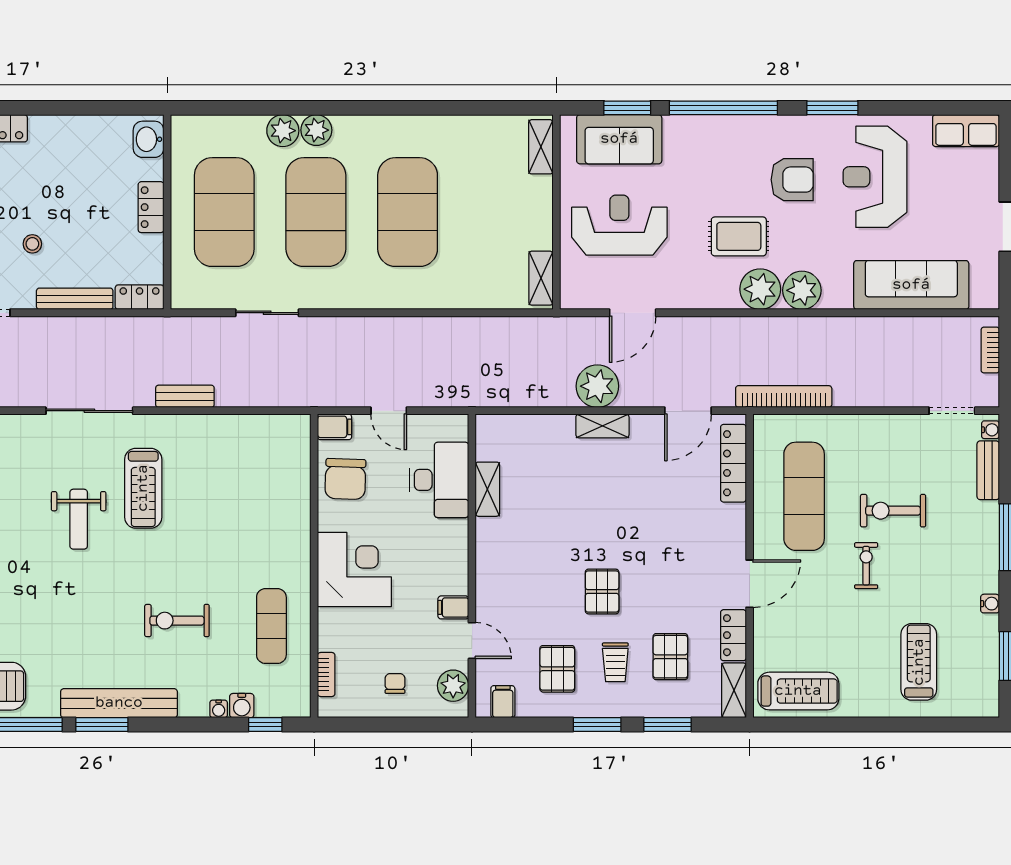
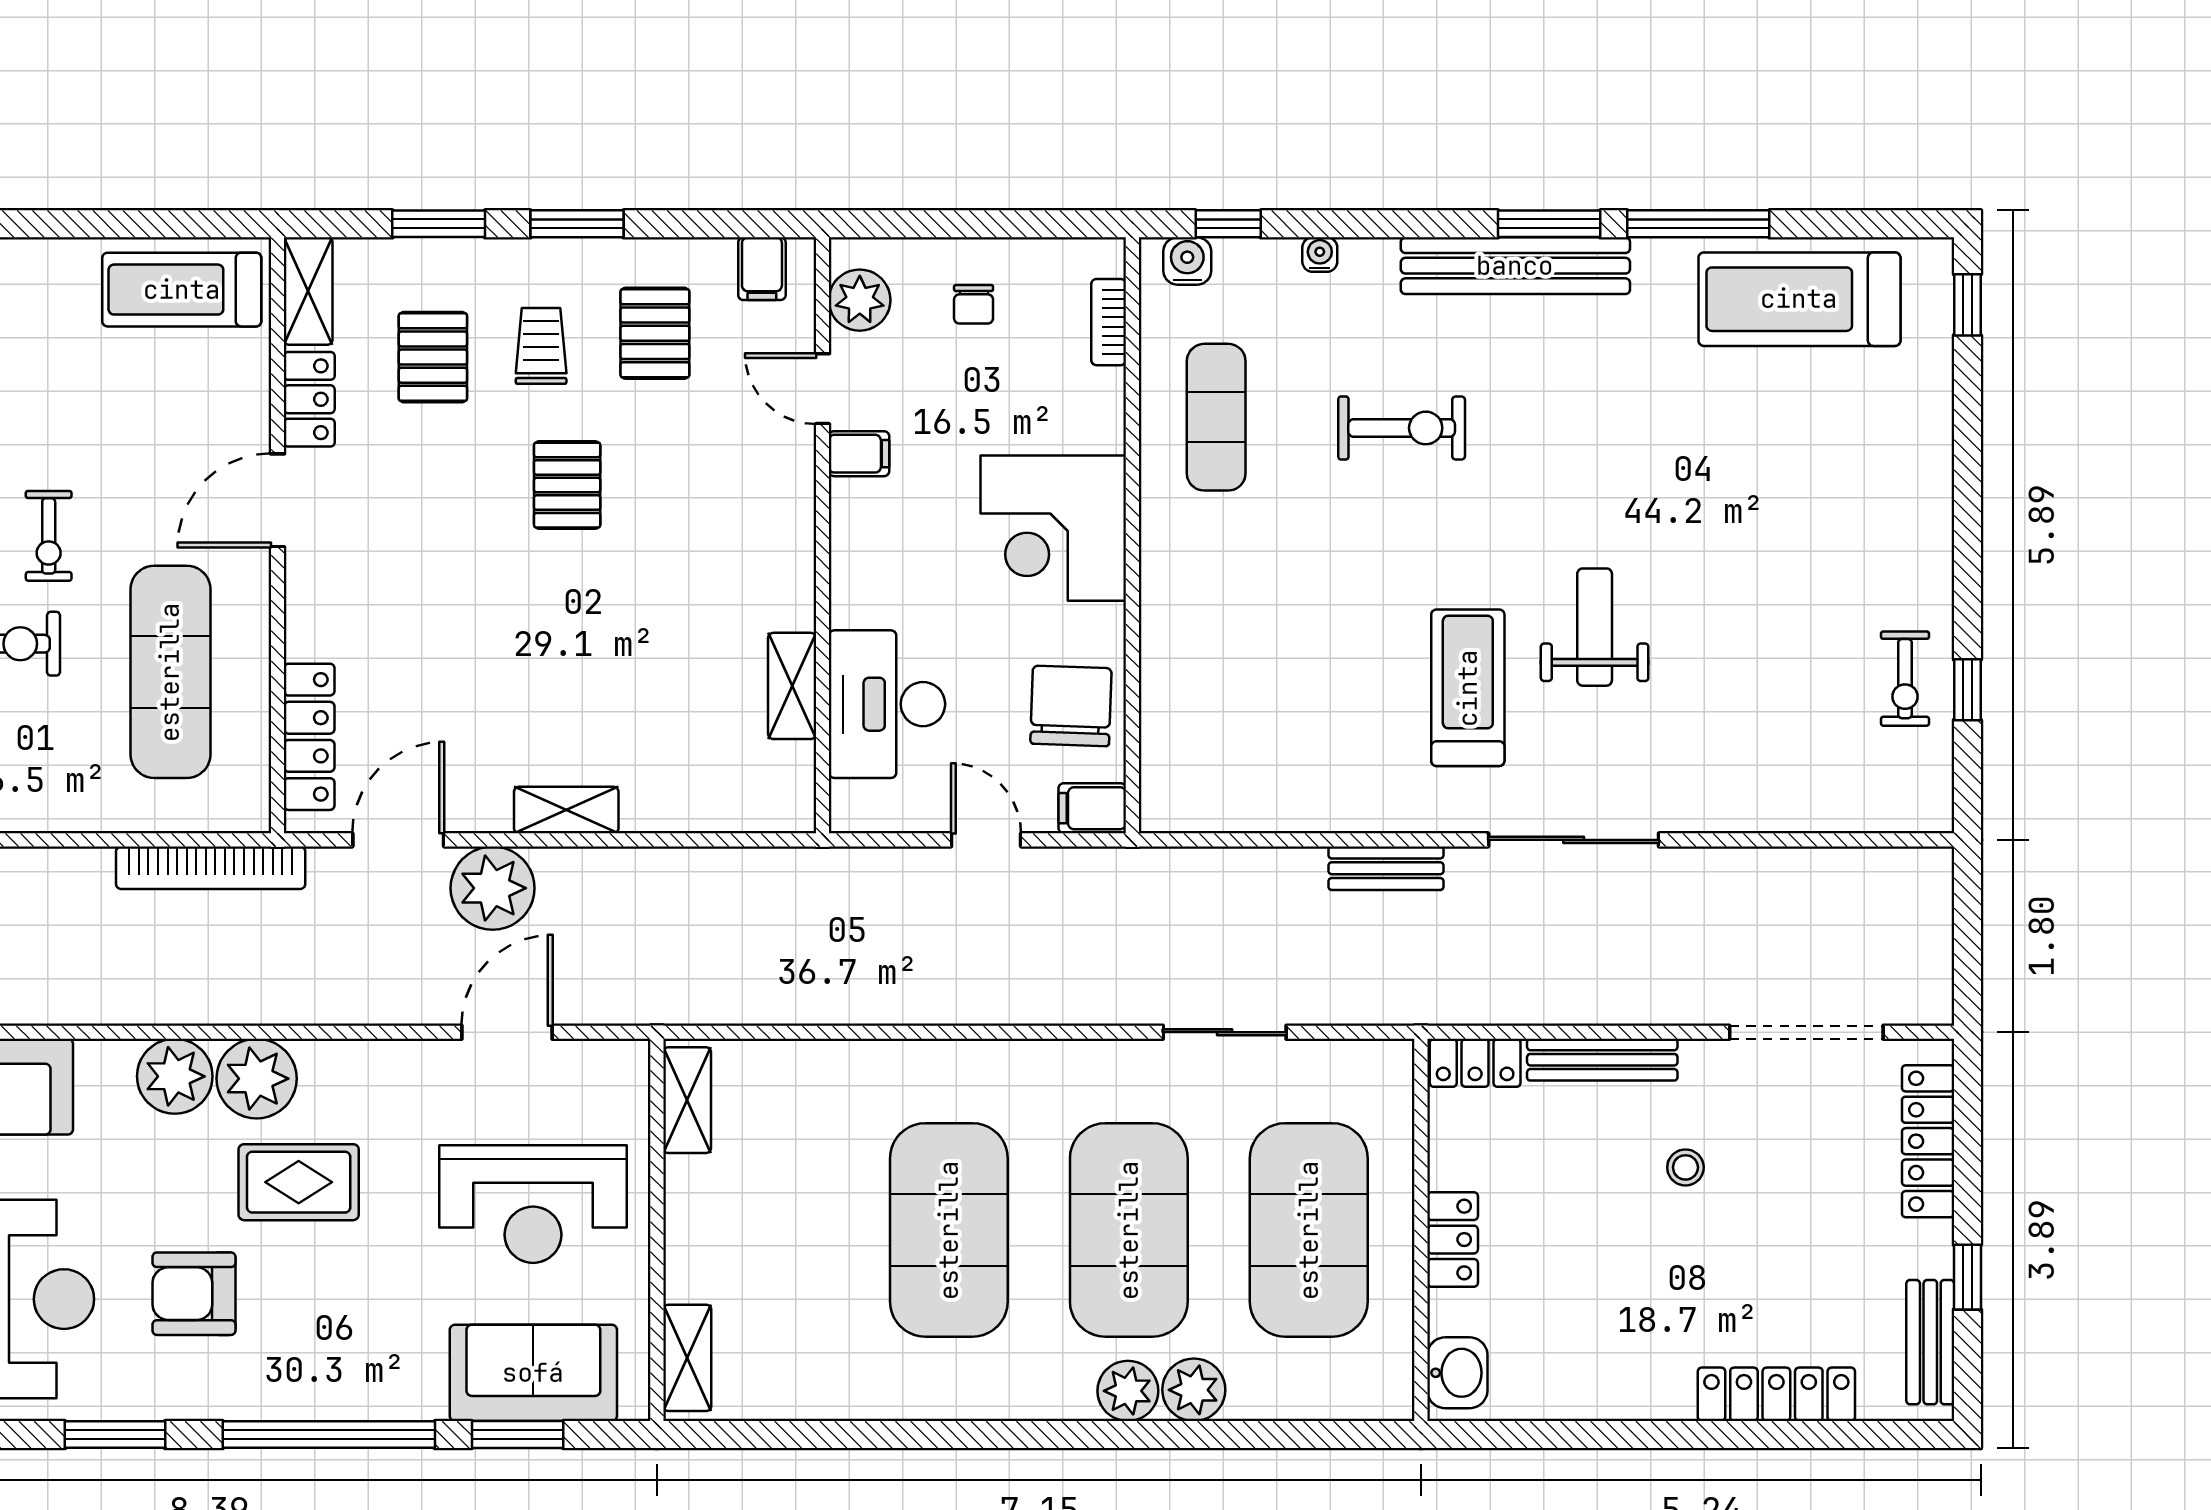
plant: (597, 386) -> (493, 888), moved
water cooler: (242, 706) -> (1187, 261), moved

